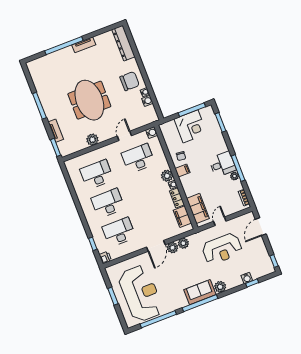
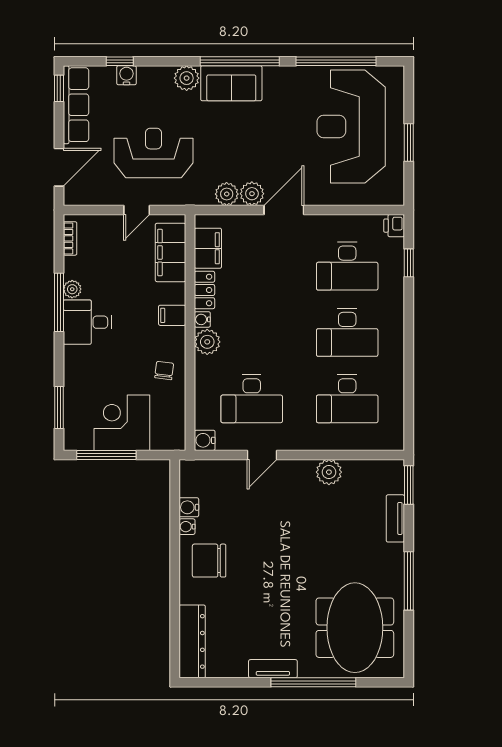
meeting table: (89, 100) -> (355, 628), moved
filing cabinet: (183, 171) -> (172, 315), moved
row of seats: (264, 257) -> (76, 105), added

